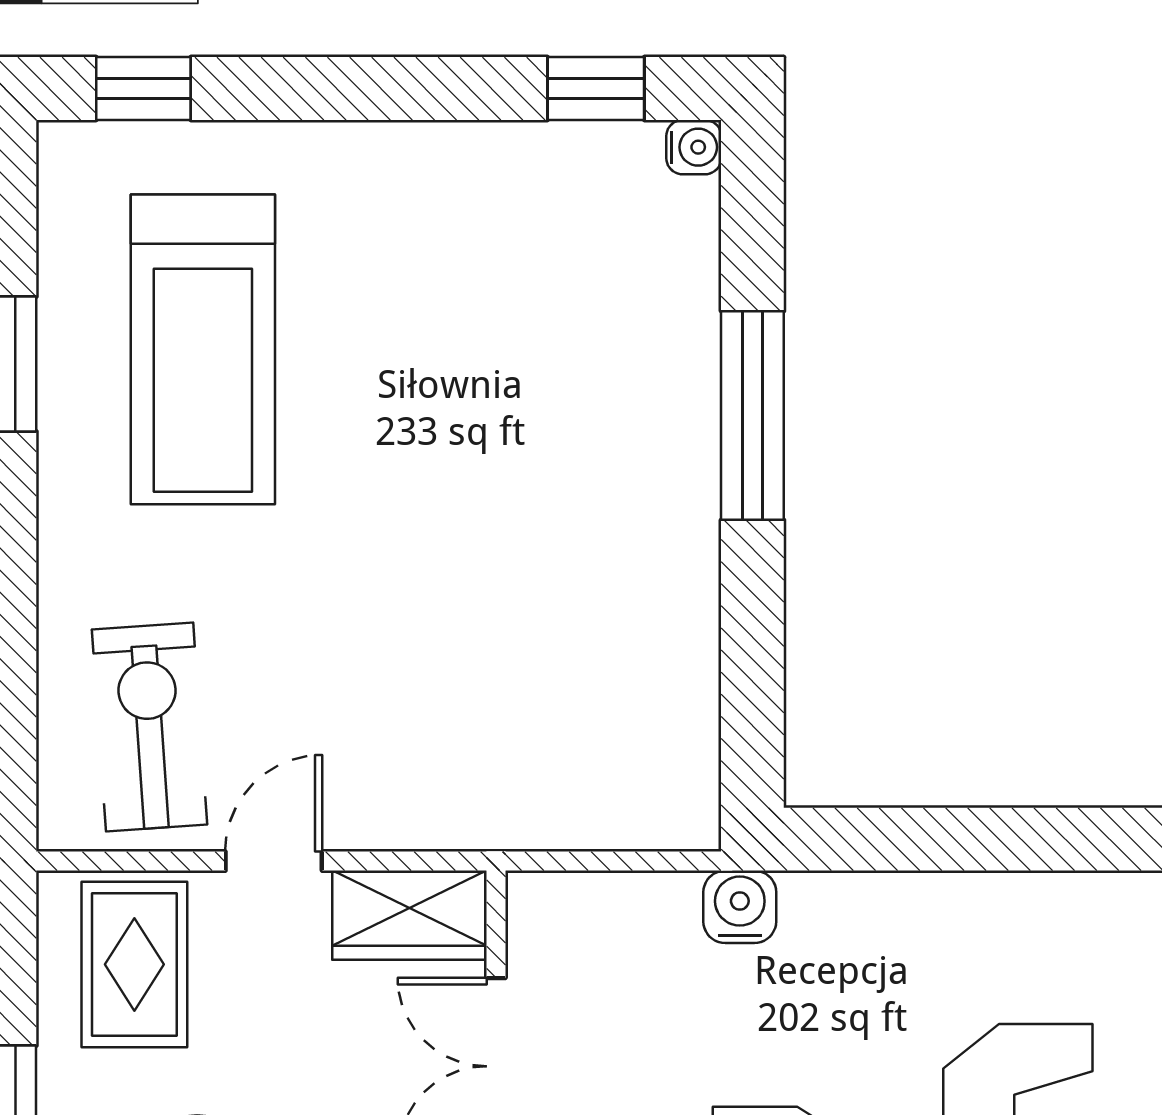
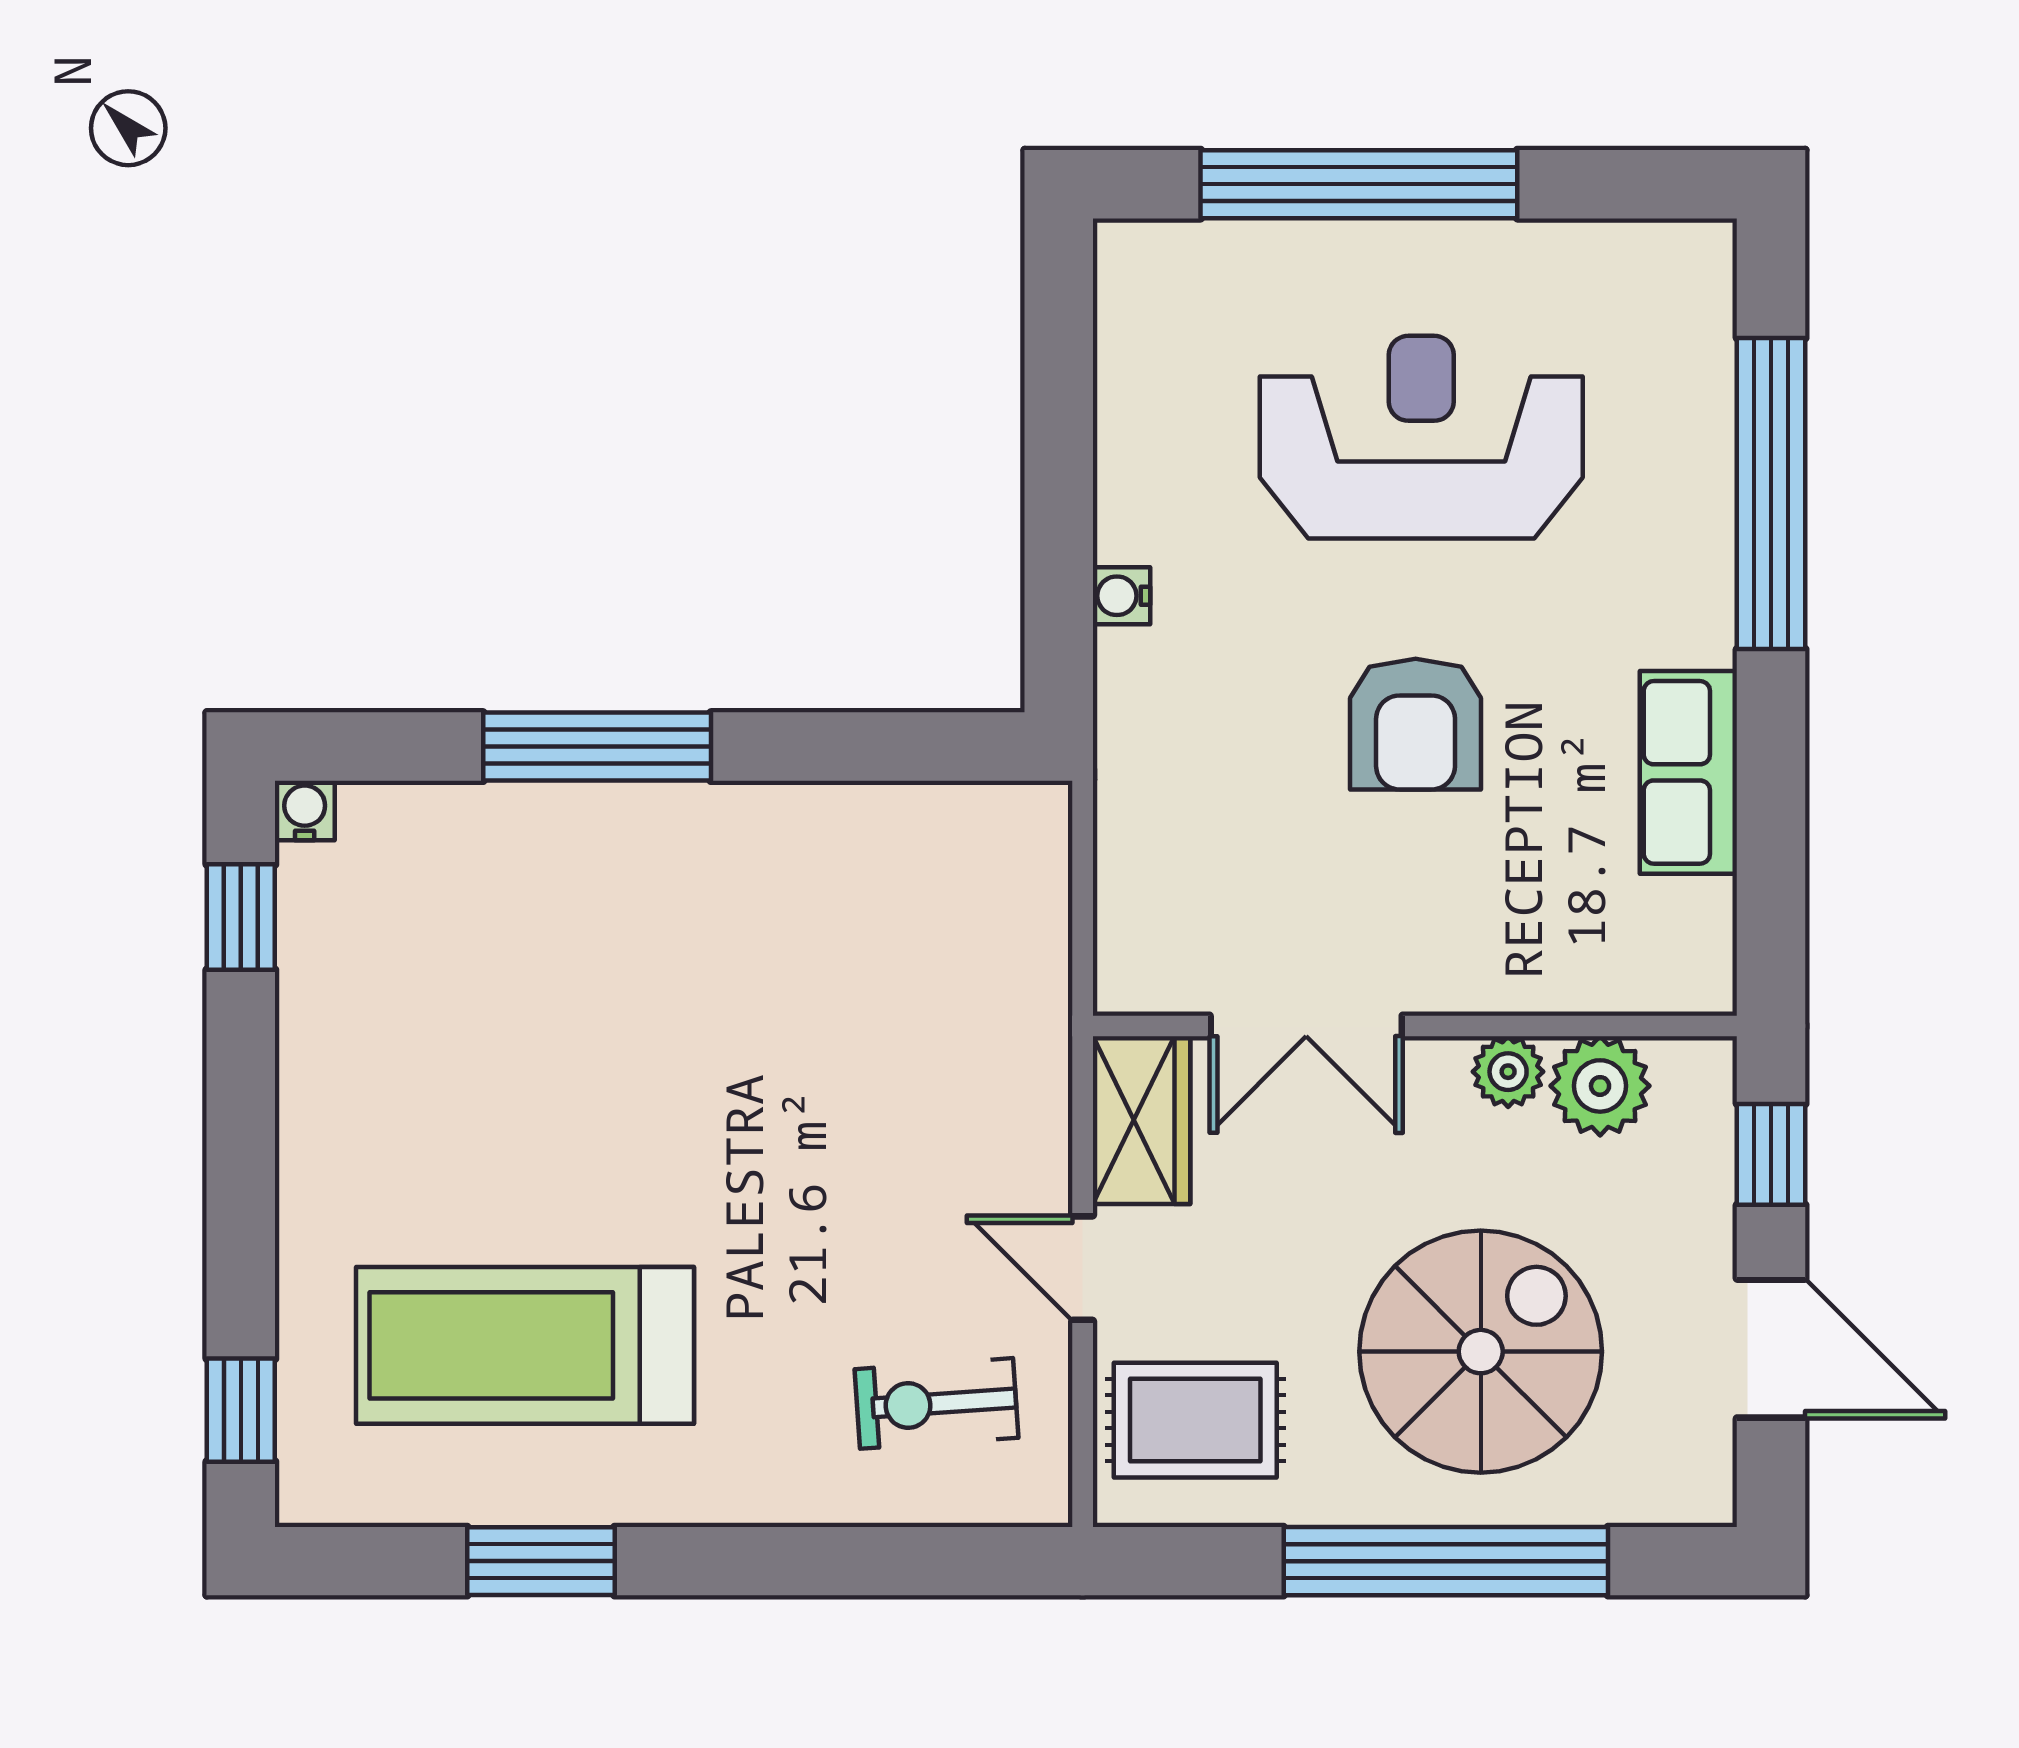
treadmill: (203, 349) -> (525, 1345), turned 180
exercise bike: (150, 727) -> (936, 1403), width x0.73, depth x0.72
water cooler: (740, 907) -> (1121, 596), moved, width x0.72, depth x0.72

